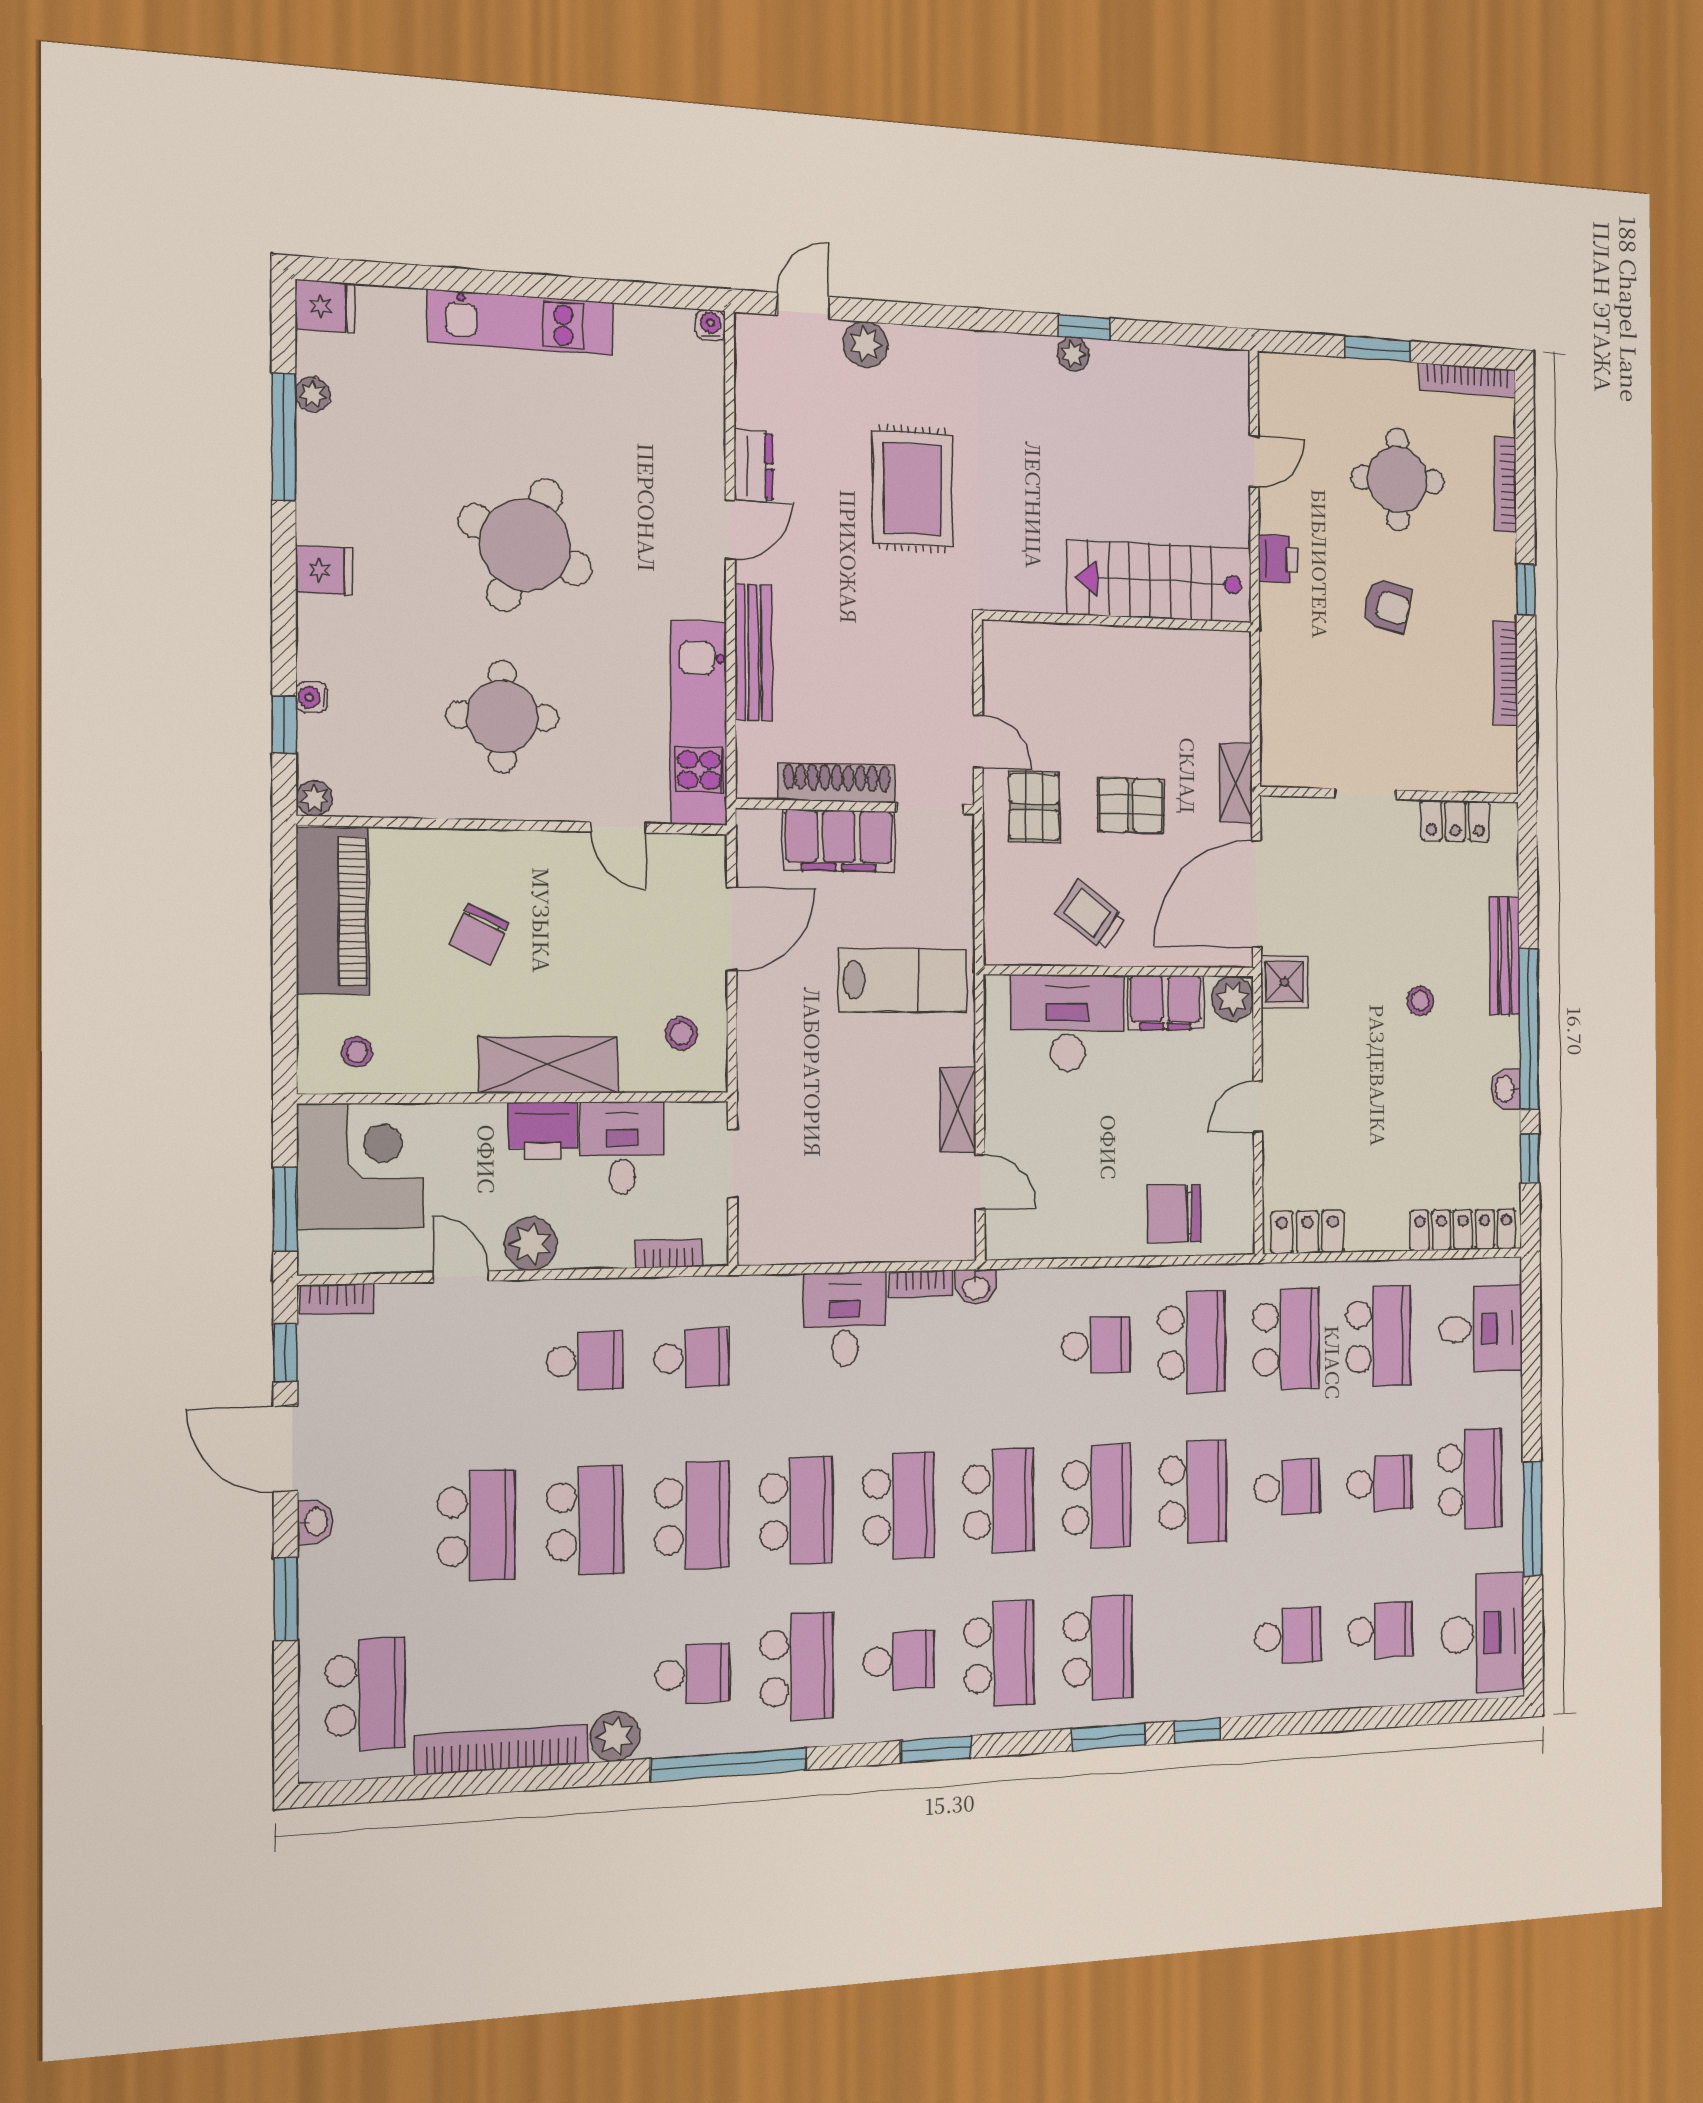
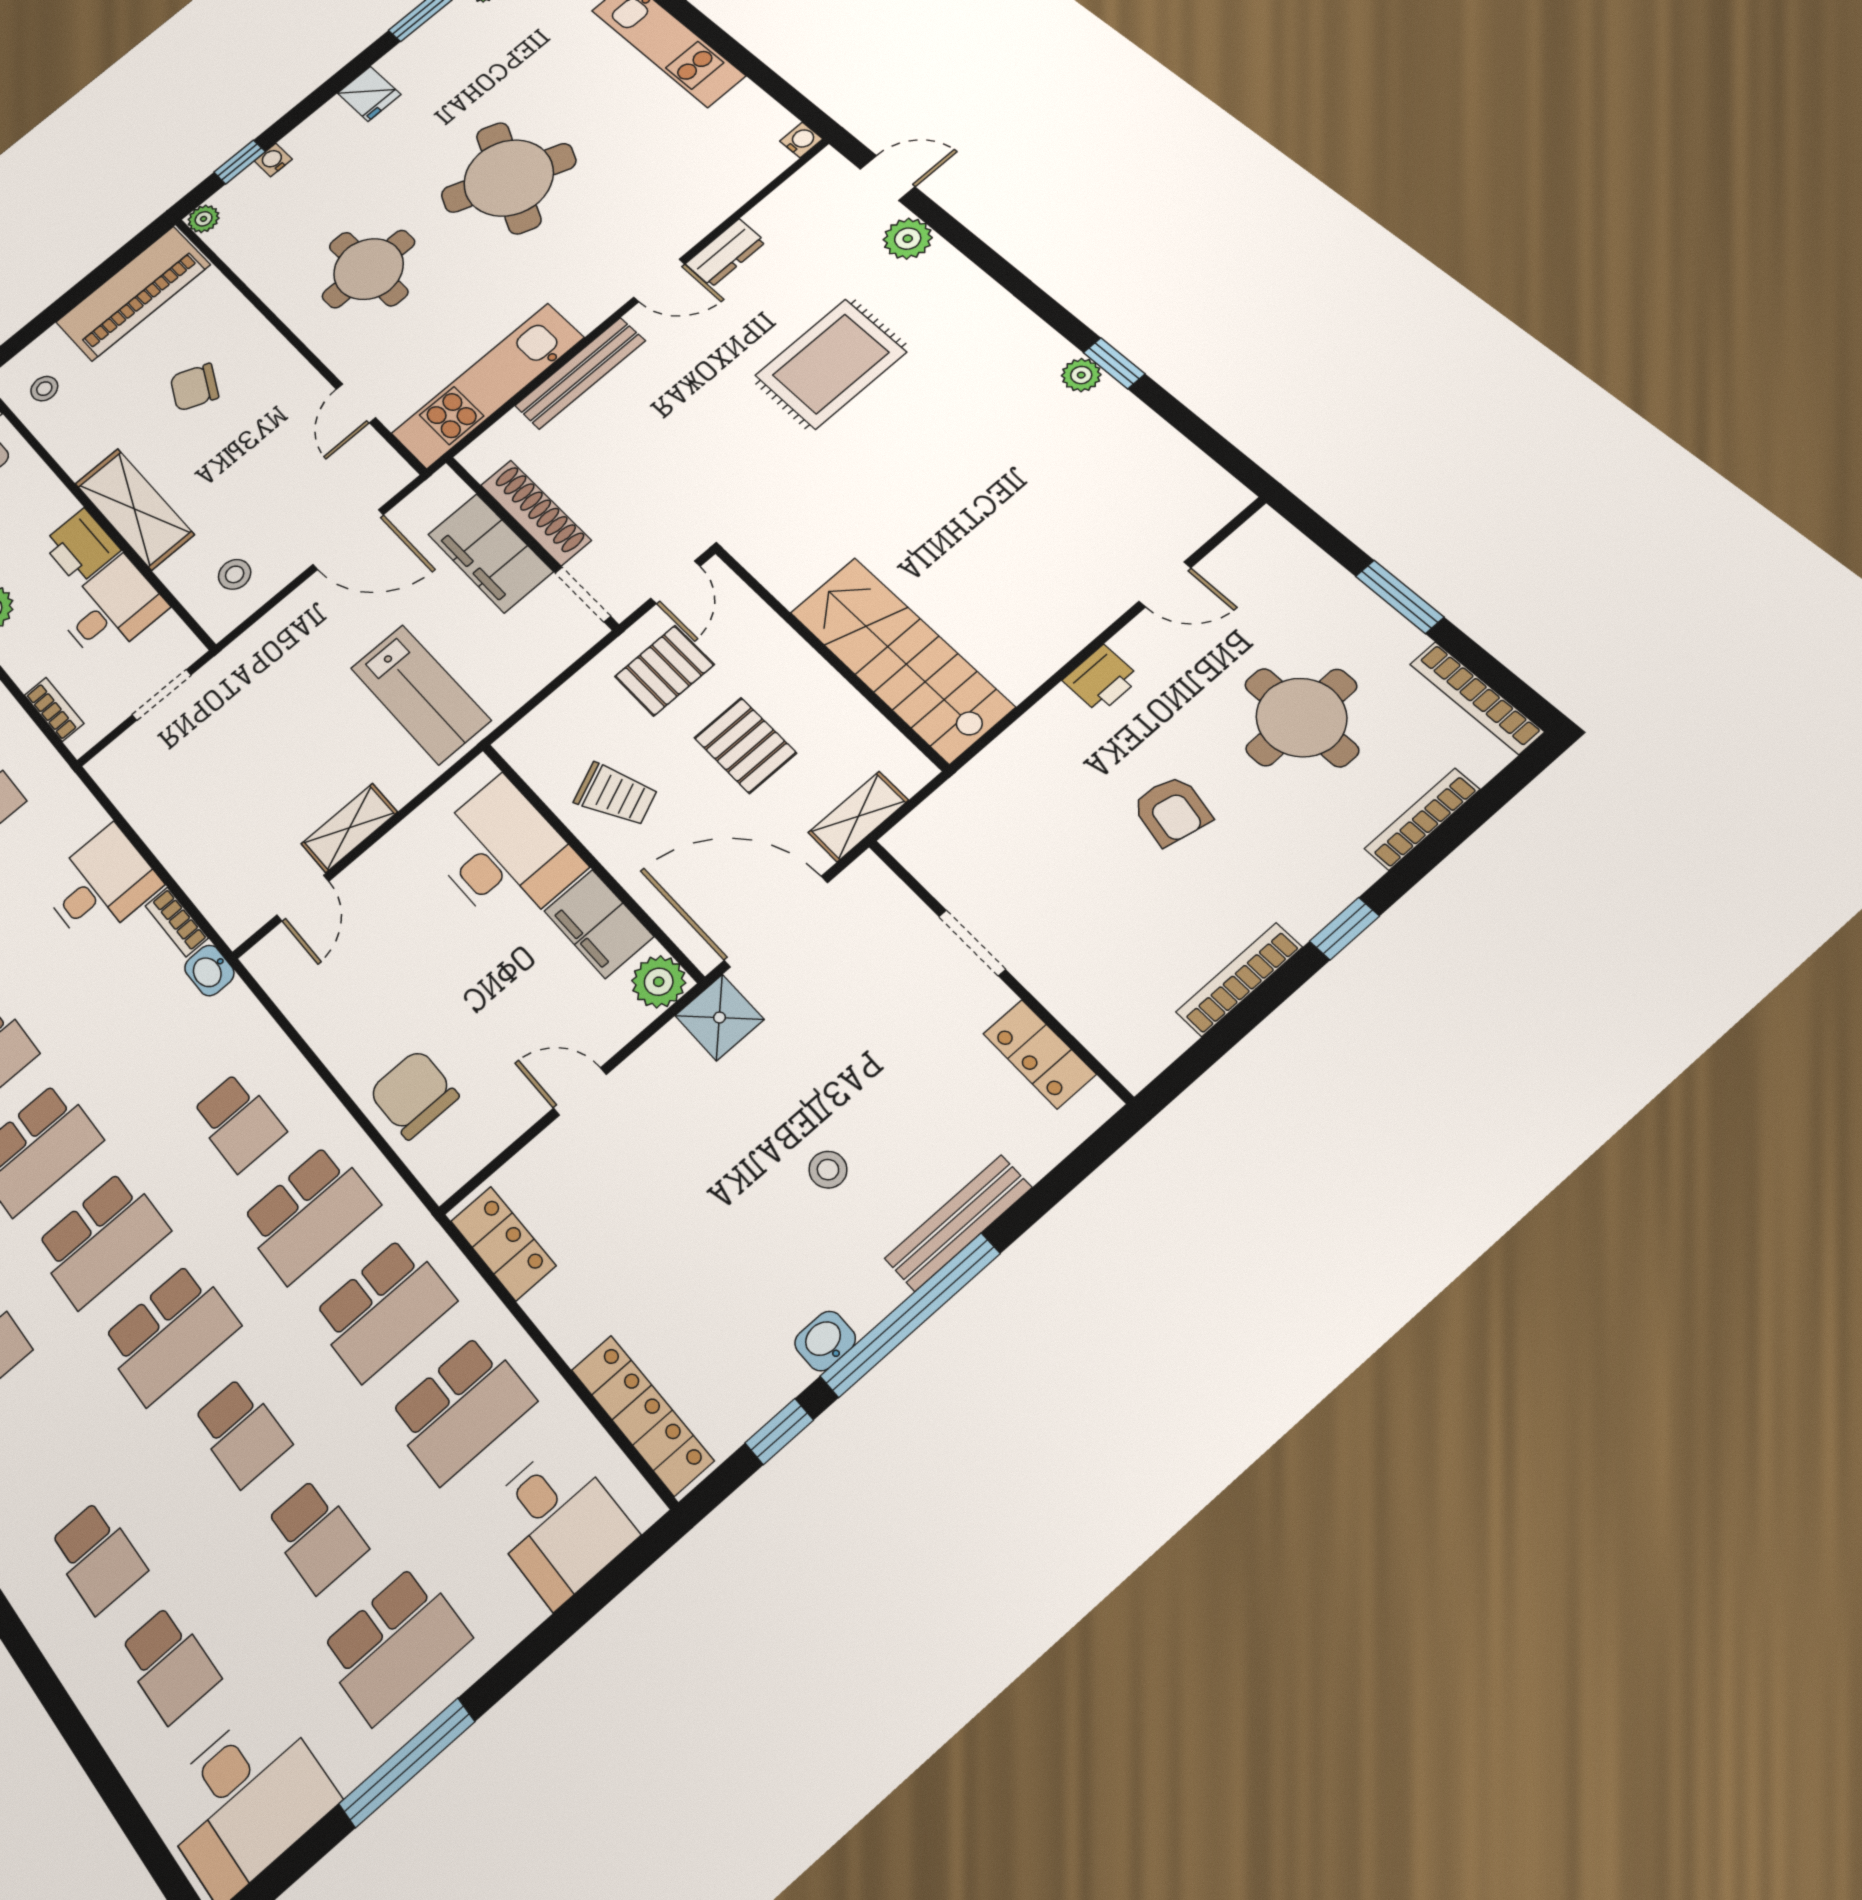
stairs: (1160, 581) -> (901, 659), moved
wall: (1118, 621) -> (829, 656), moved
trolley: (1091, 915) -> (616, 795), turned 120

